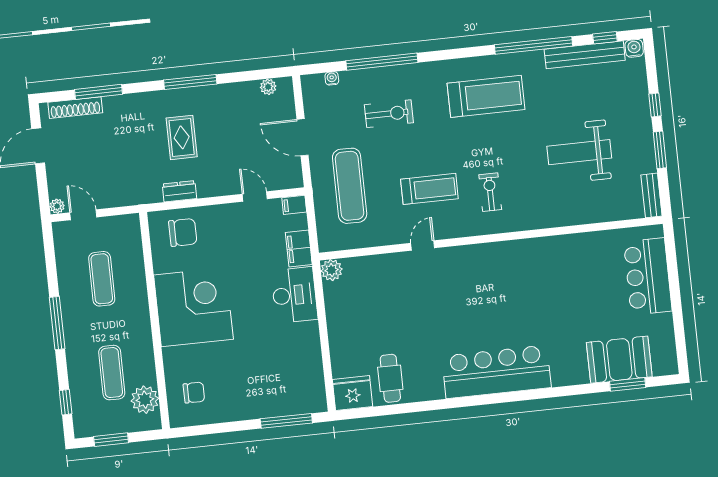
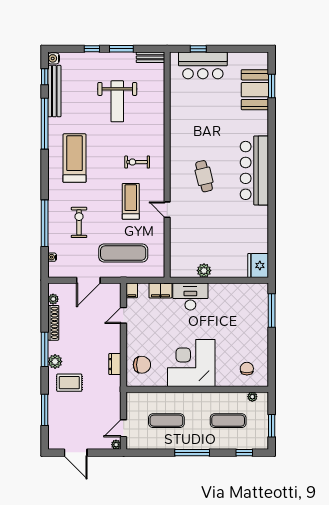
plant: (174, 100) -> (55, 362), added
shoe rack: (75, 108) -> (53, 323), moved
rug: (182, 137) -> (69, 383), moved
chair: (183, 232) -> (142, 365), turned 90
window: (672, 267) -> (198, 49), added
plant: (332, 270) -> (204, 271), moved
cafe table: (390, 378) -> (204, 176), moved, turned 76
plant: (145, 400) -> (252, 397), width x0.53, depth x0.53

